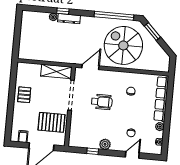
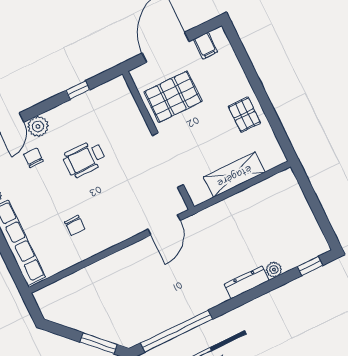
window: (63, 11) -> (310, 266), moved
spiral stairs: (123, 45) -> (132, 292), removed
shelving: (56, 72) -> (234, 175), moved
wheelchair: (102, 102) -> (84, 159), moved
plant: (105, 144) -> (38, 126), moved

